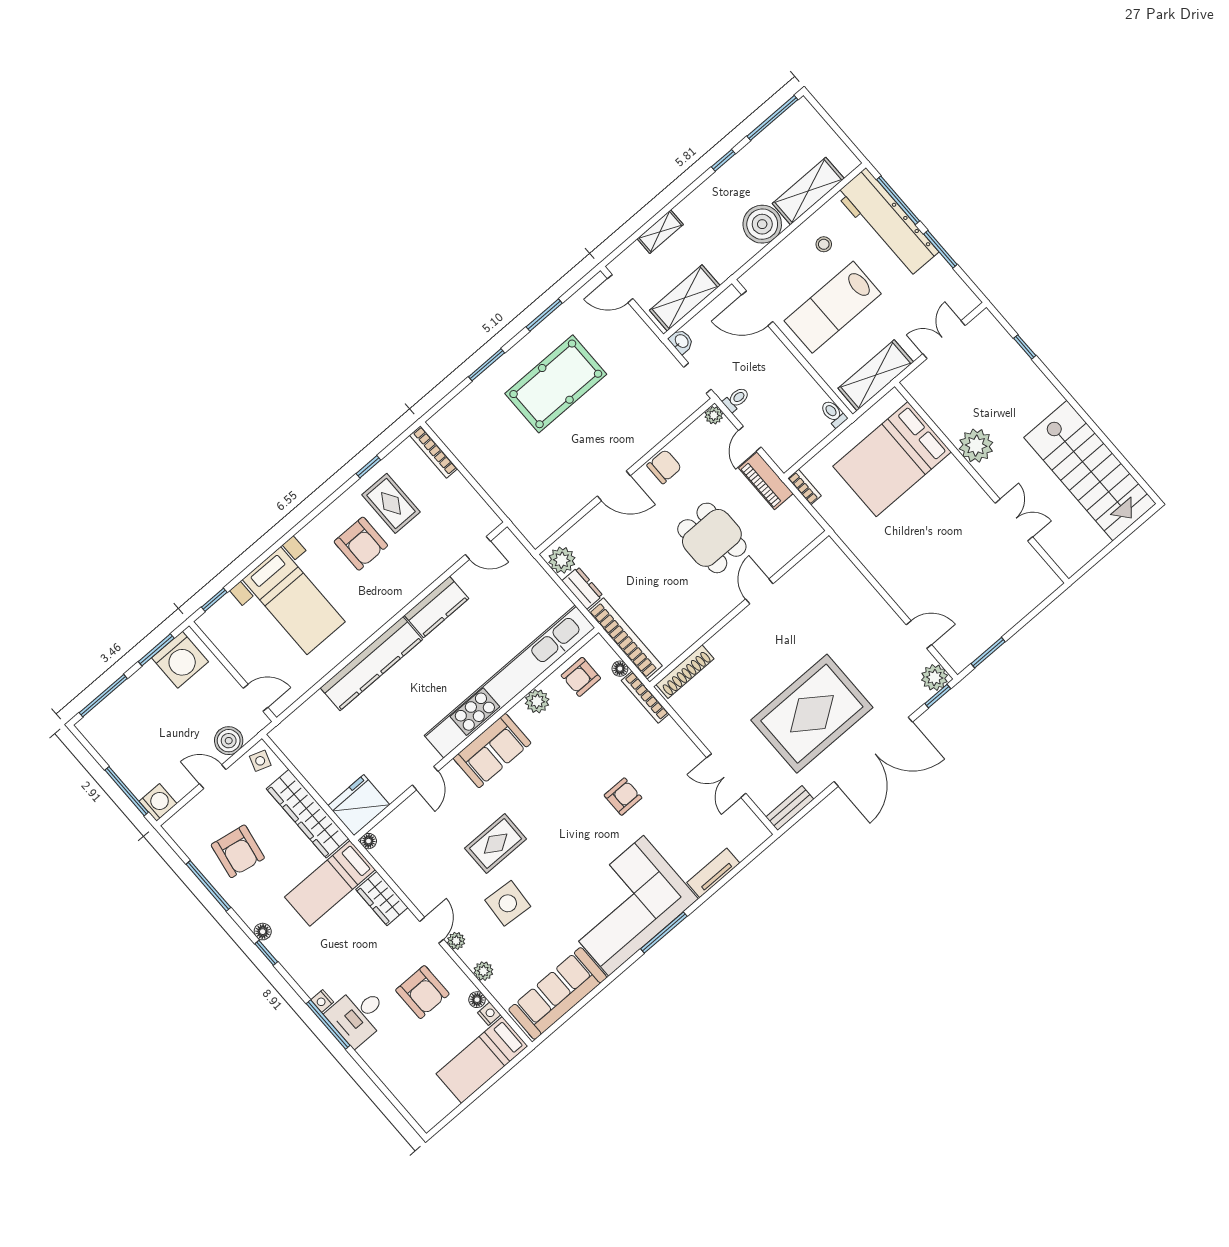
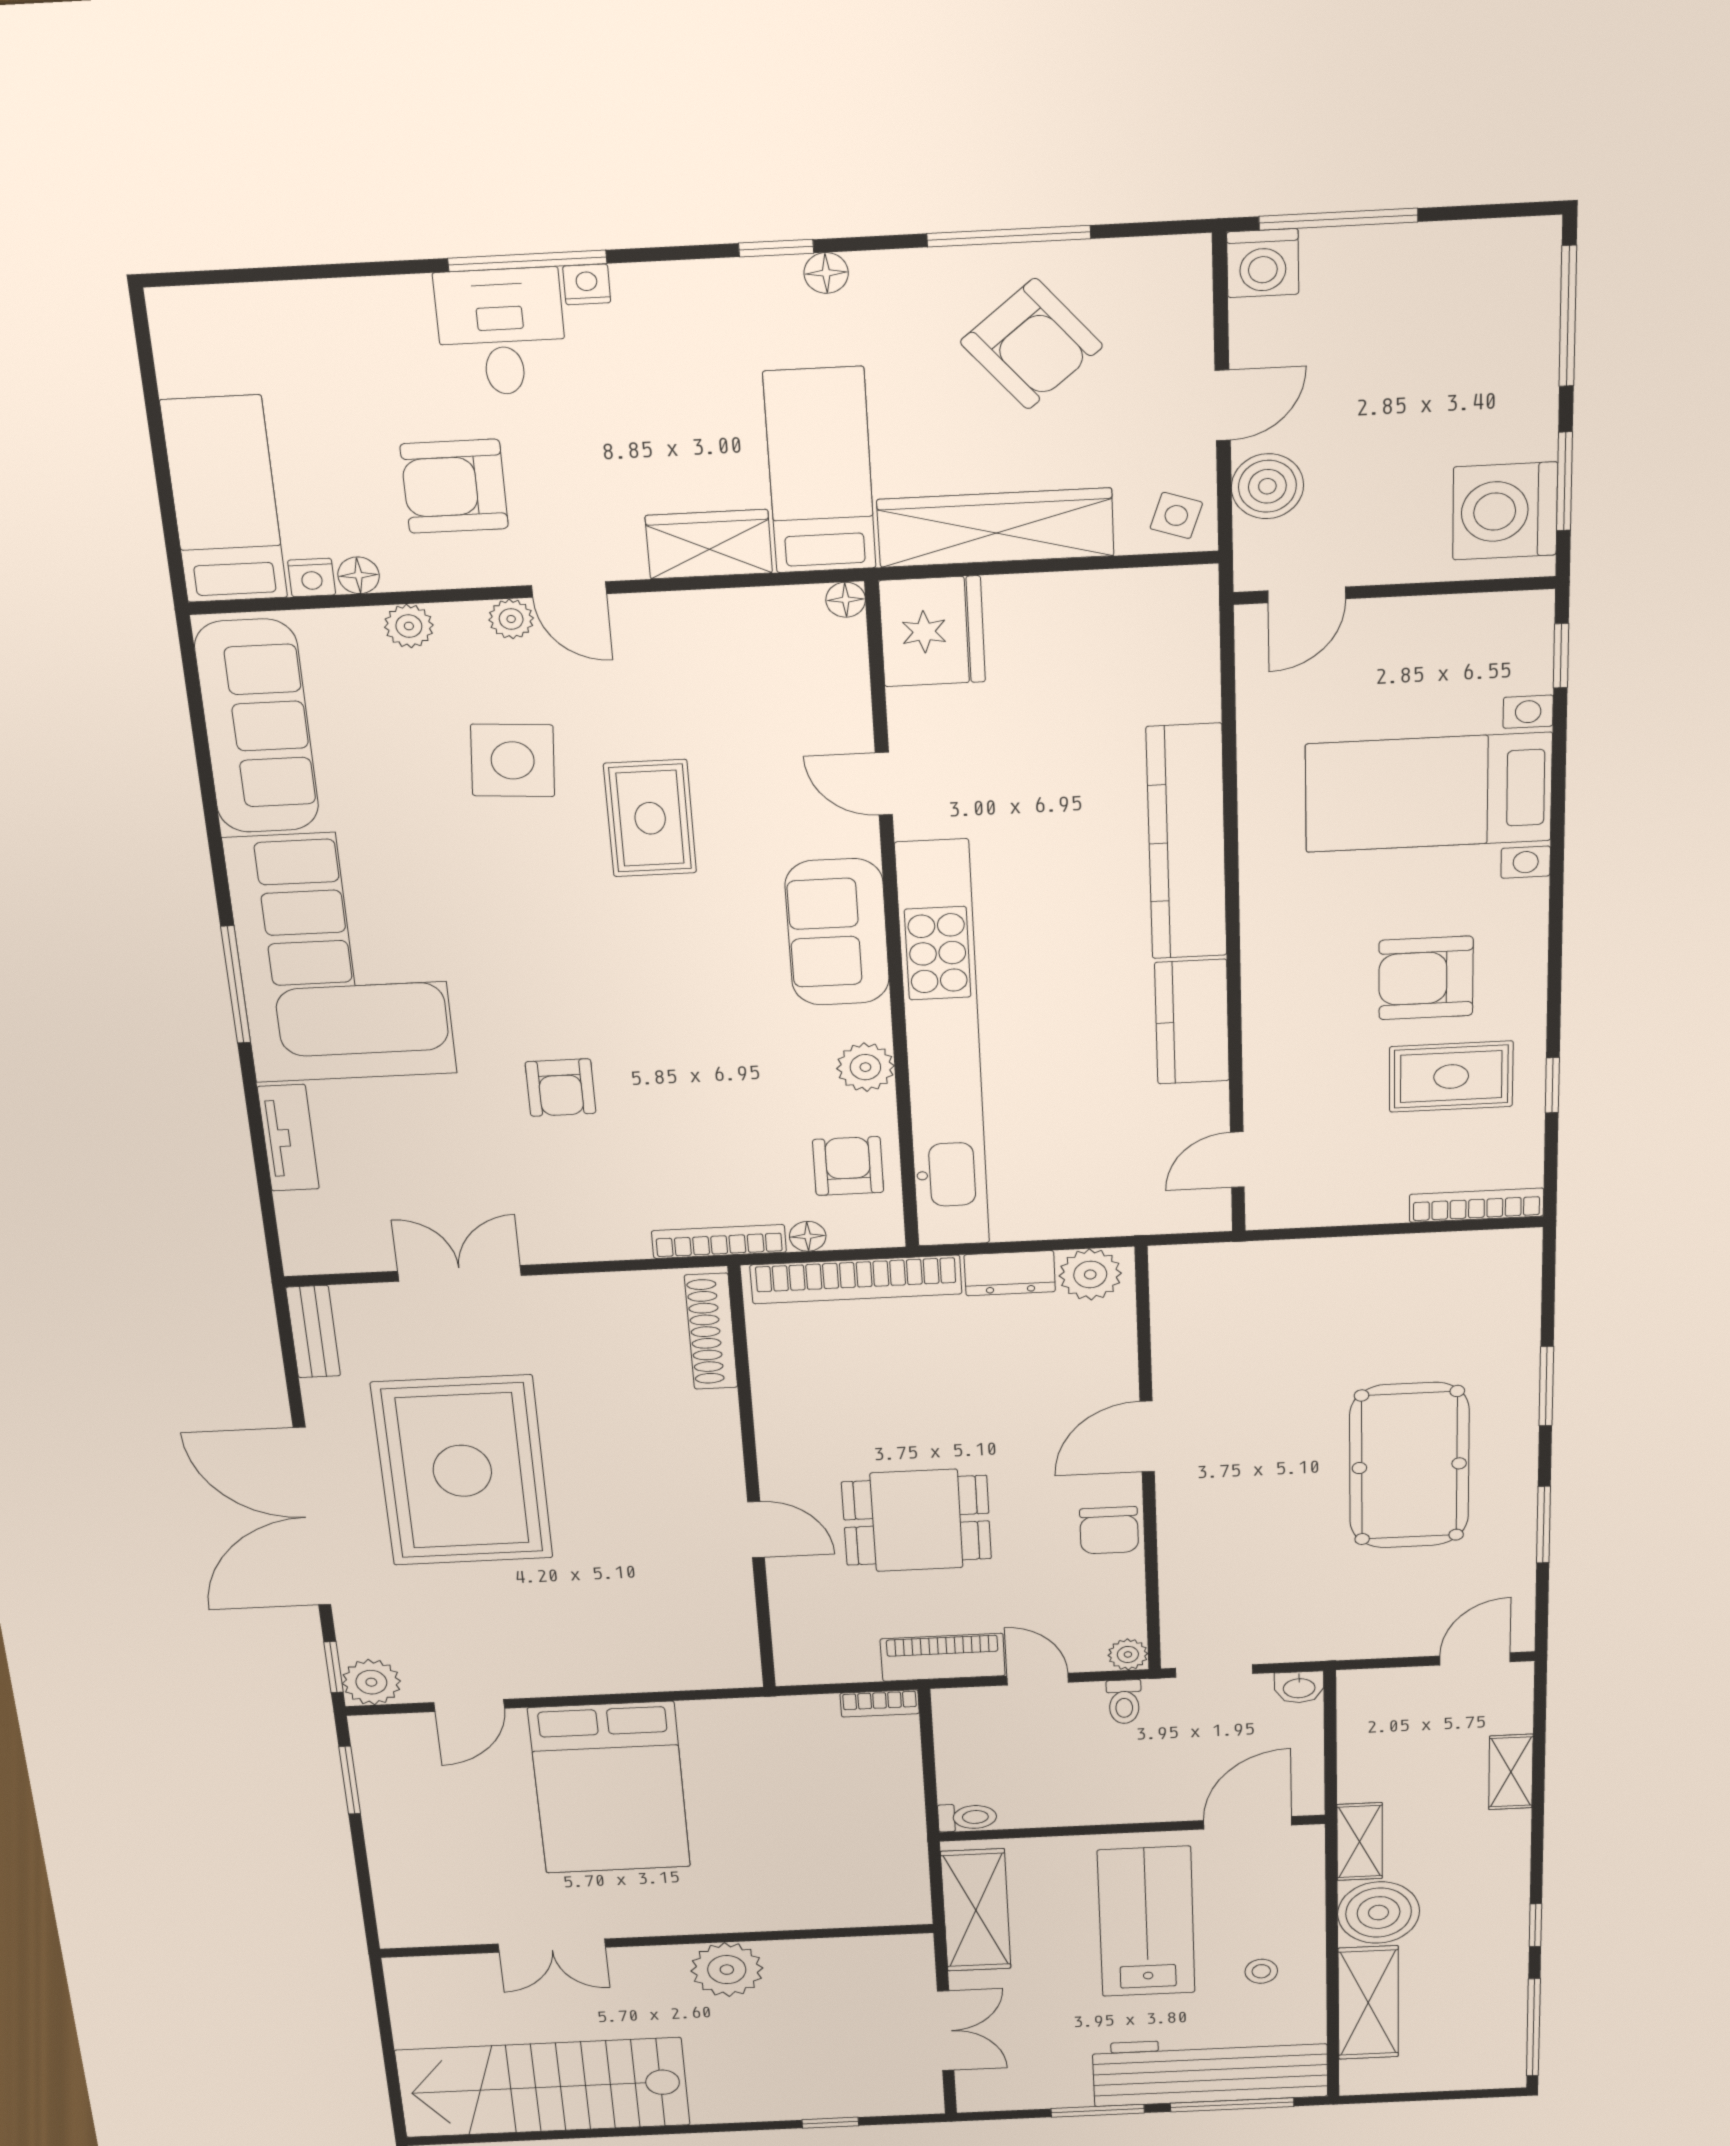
shelving: (685, 298) -> (1360, 1842), moved, width x0.67, depth x0.75
bed: (892, 459) -> (609, 1788), moved, turned 180
armchair: (238, 851) -> (1031, 344), turned -140

